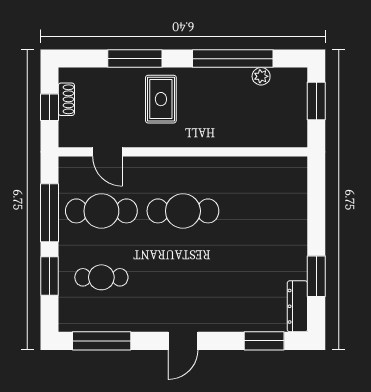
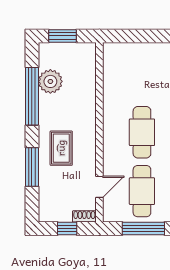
plant: (261, 76) -> (50, 81), width x1.87, depth x1.87
shoe rack: (66, 99) -> (84, 216), moved
rug: (161, 99) -> (61, 148), turned 90

